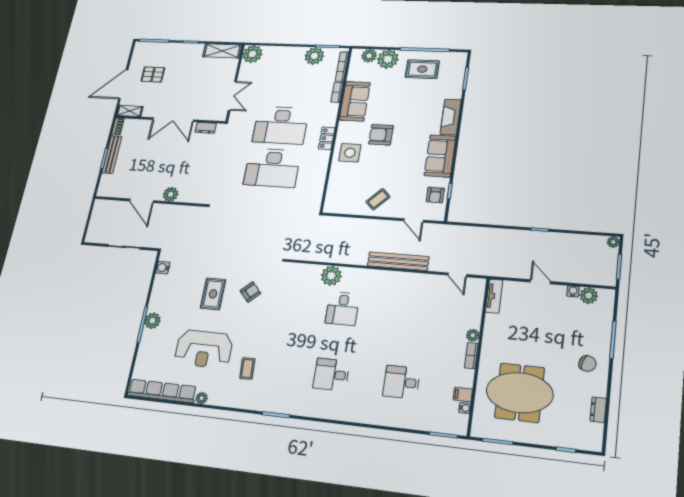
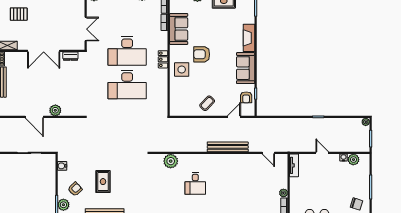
door: (414, 220) -> (234, 117), swing flipped
plant: (331, 276) -> (171, 161), moved
armchair: (250, 292) -> (75, 189), moved

